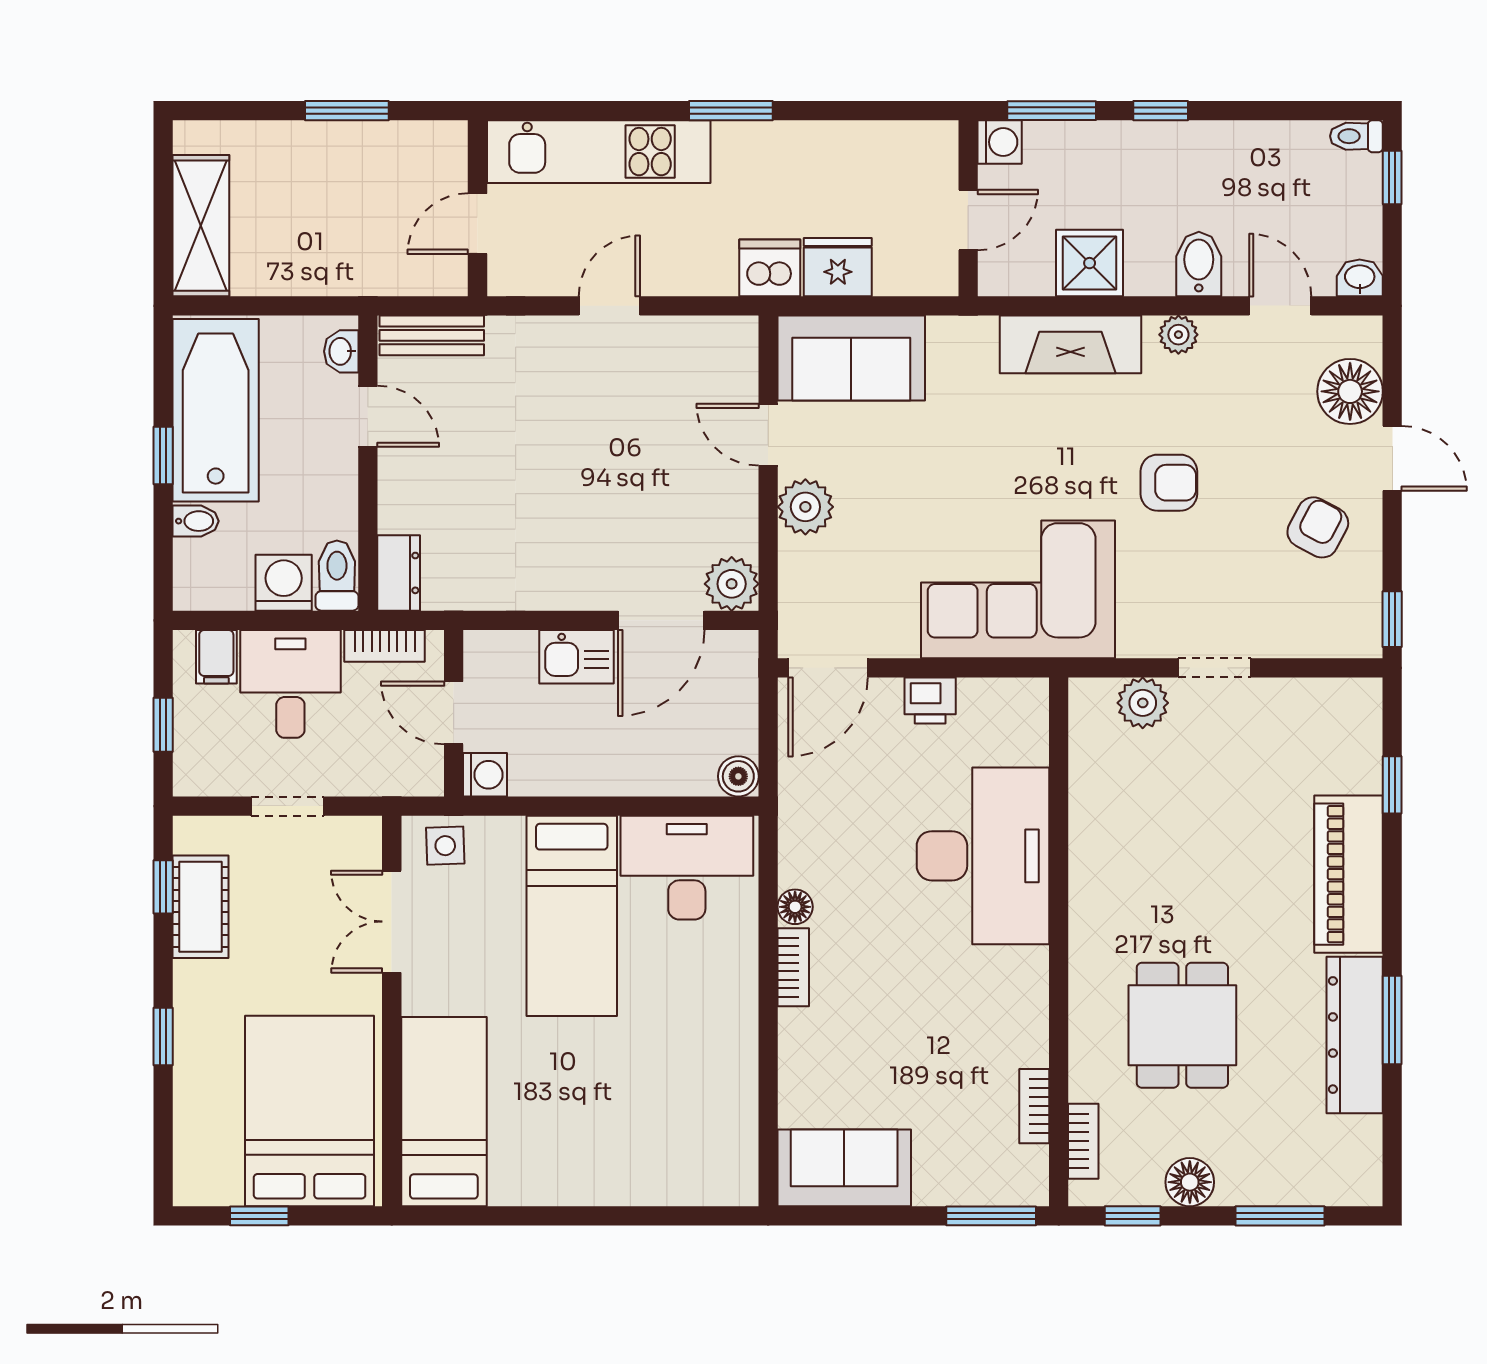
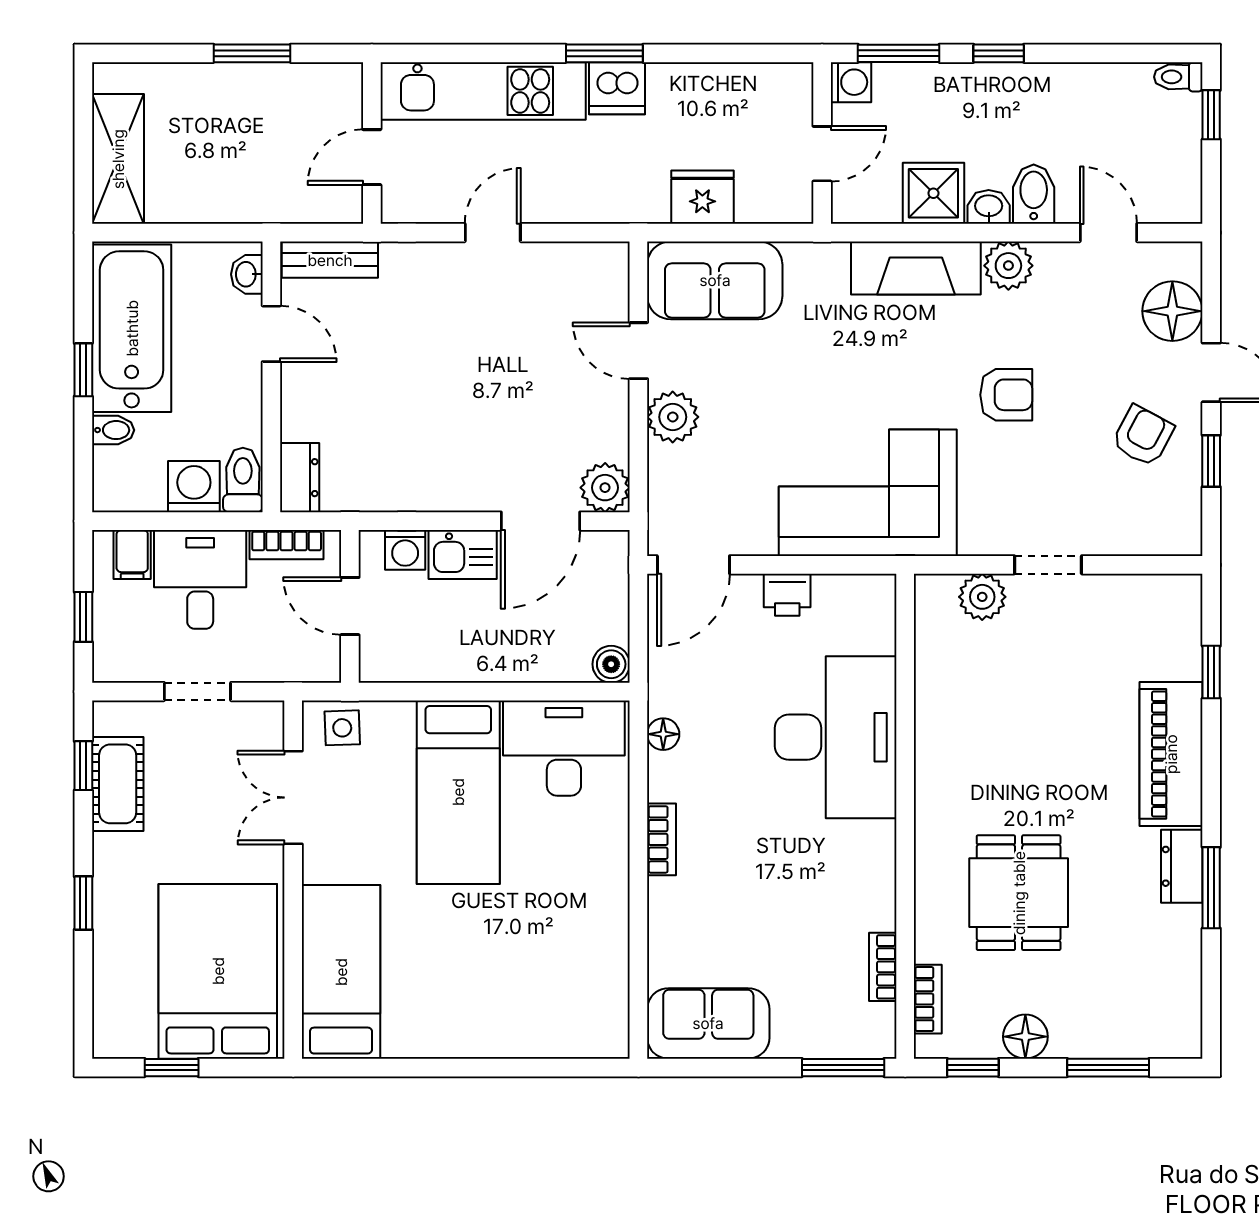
dishwasher: (770, 268) -> (617, 88), moved, turned 180
washbasin: (1360, 278) -> (989, 207), moved
plant: (1178, 335) -> (1008, 266), width x1.38, depth x1.38
window: (1392, 619) -> (1211, 461), moved
washing machine: (485, 775) -> (405, 550), moved, turned 90
floor lamp: (795, 907) -> (663, 734), moved
dresser: (1355, 1035) -> (1182, 866), width x0.51, depth x0.80

